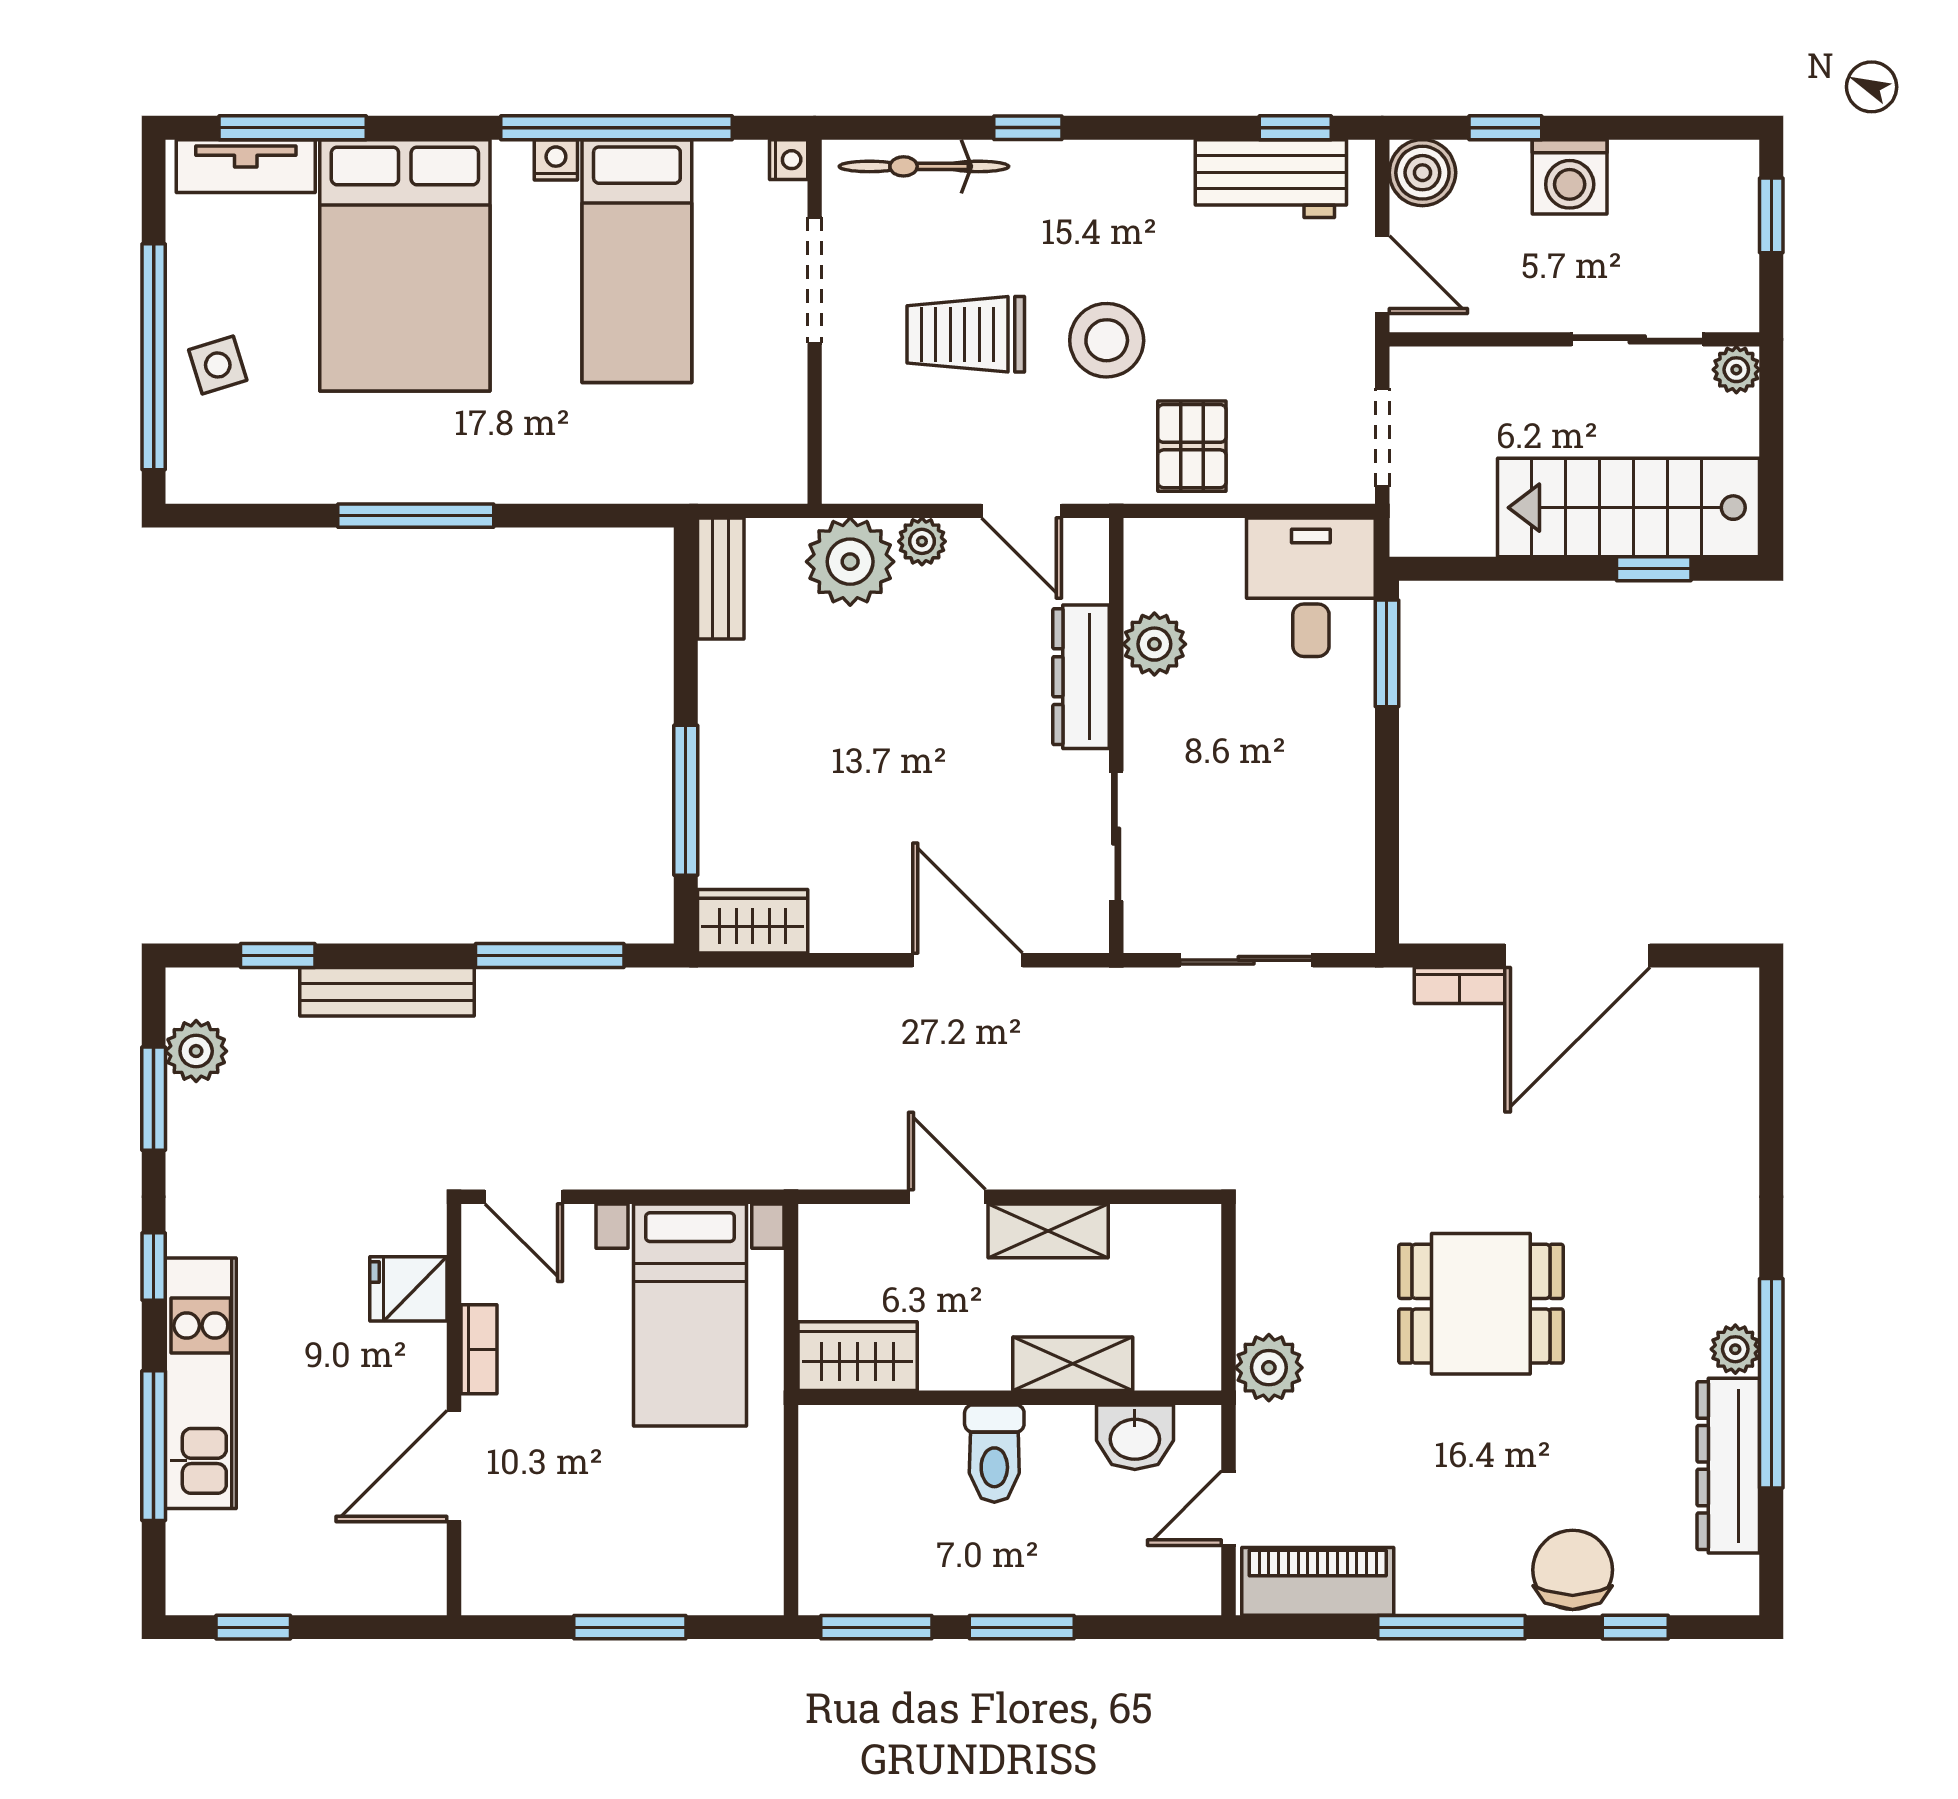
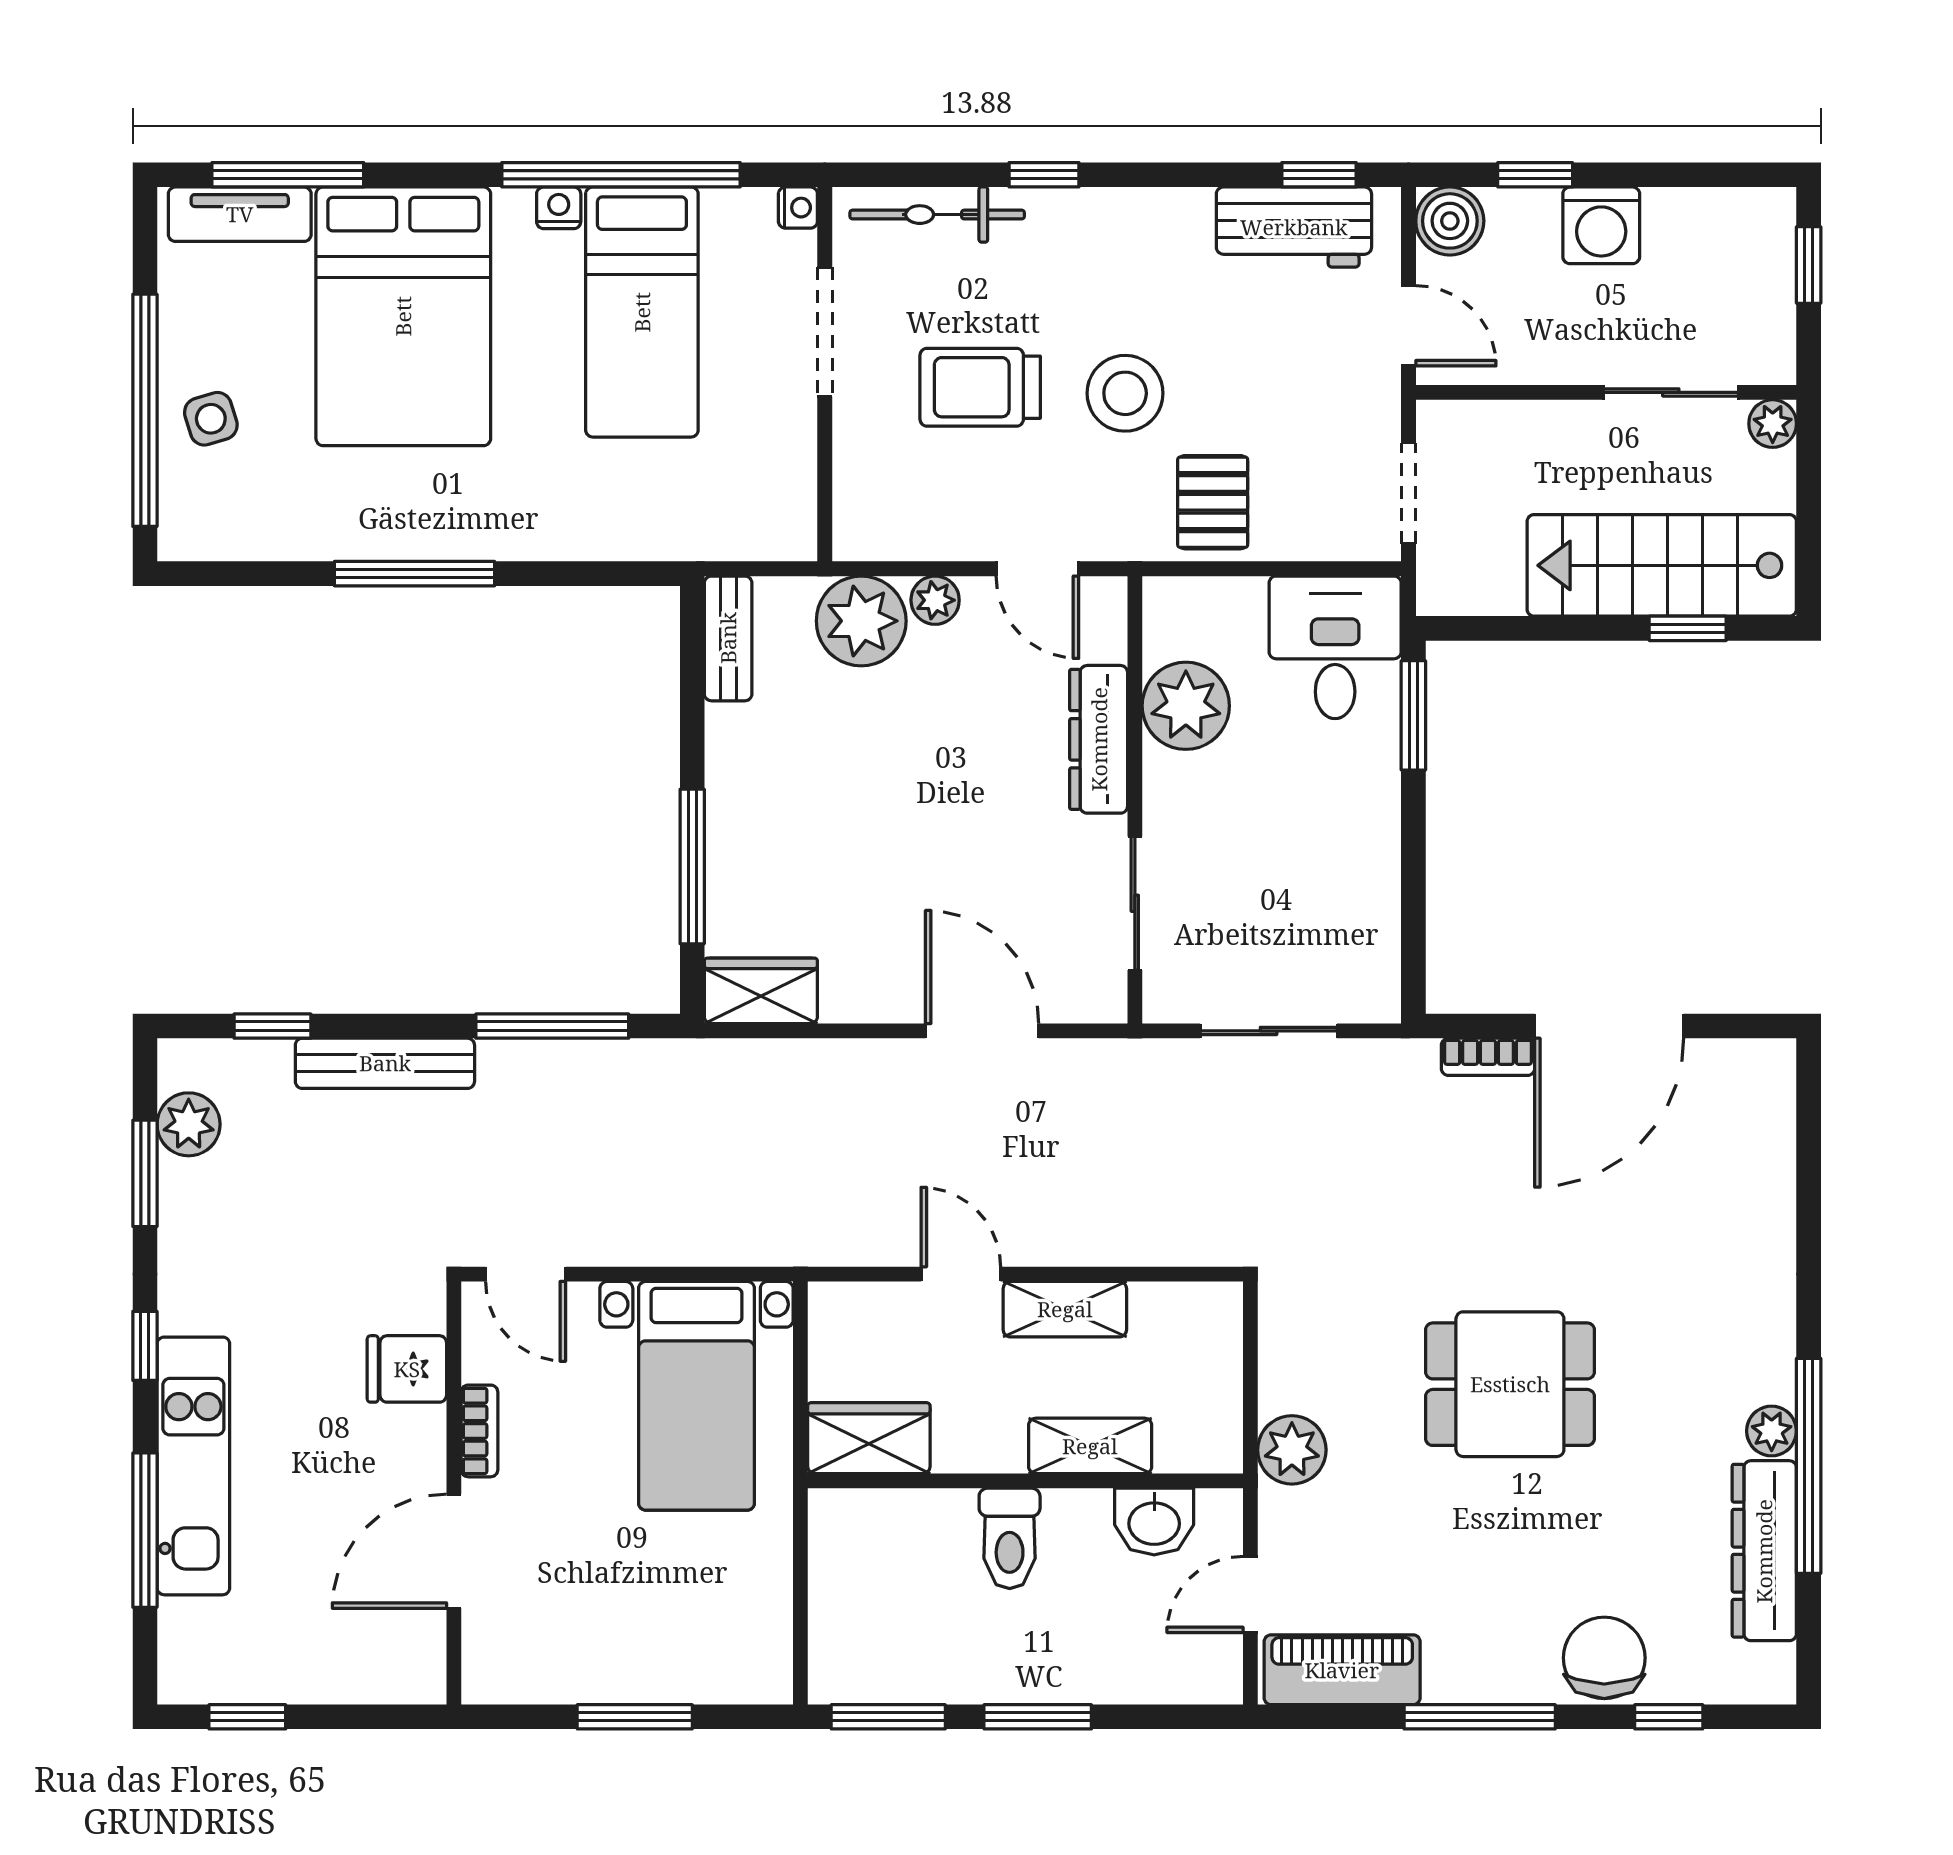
plant: (1154, 644) -> (1186, 706), width x1.36, depth x1.36

